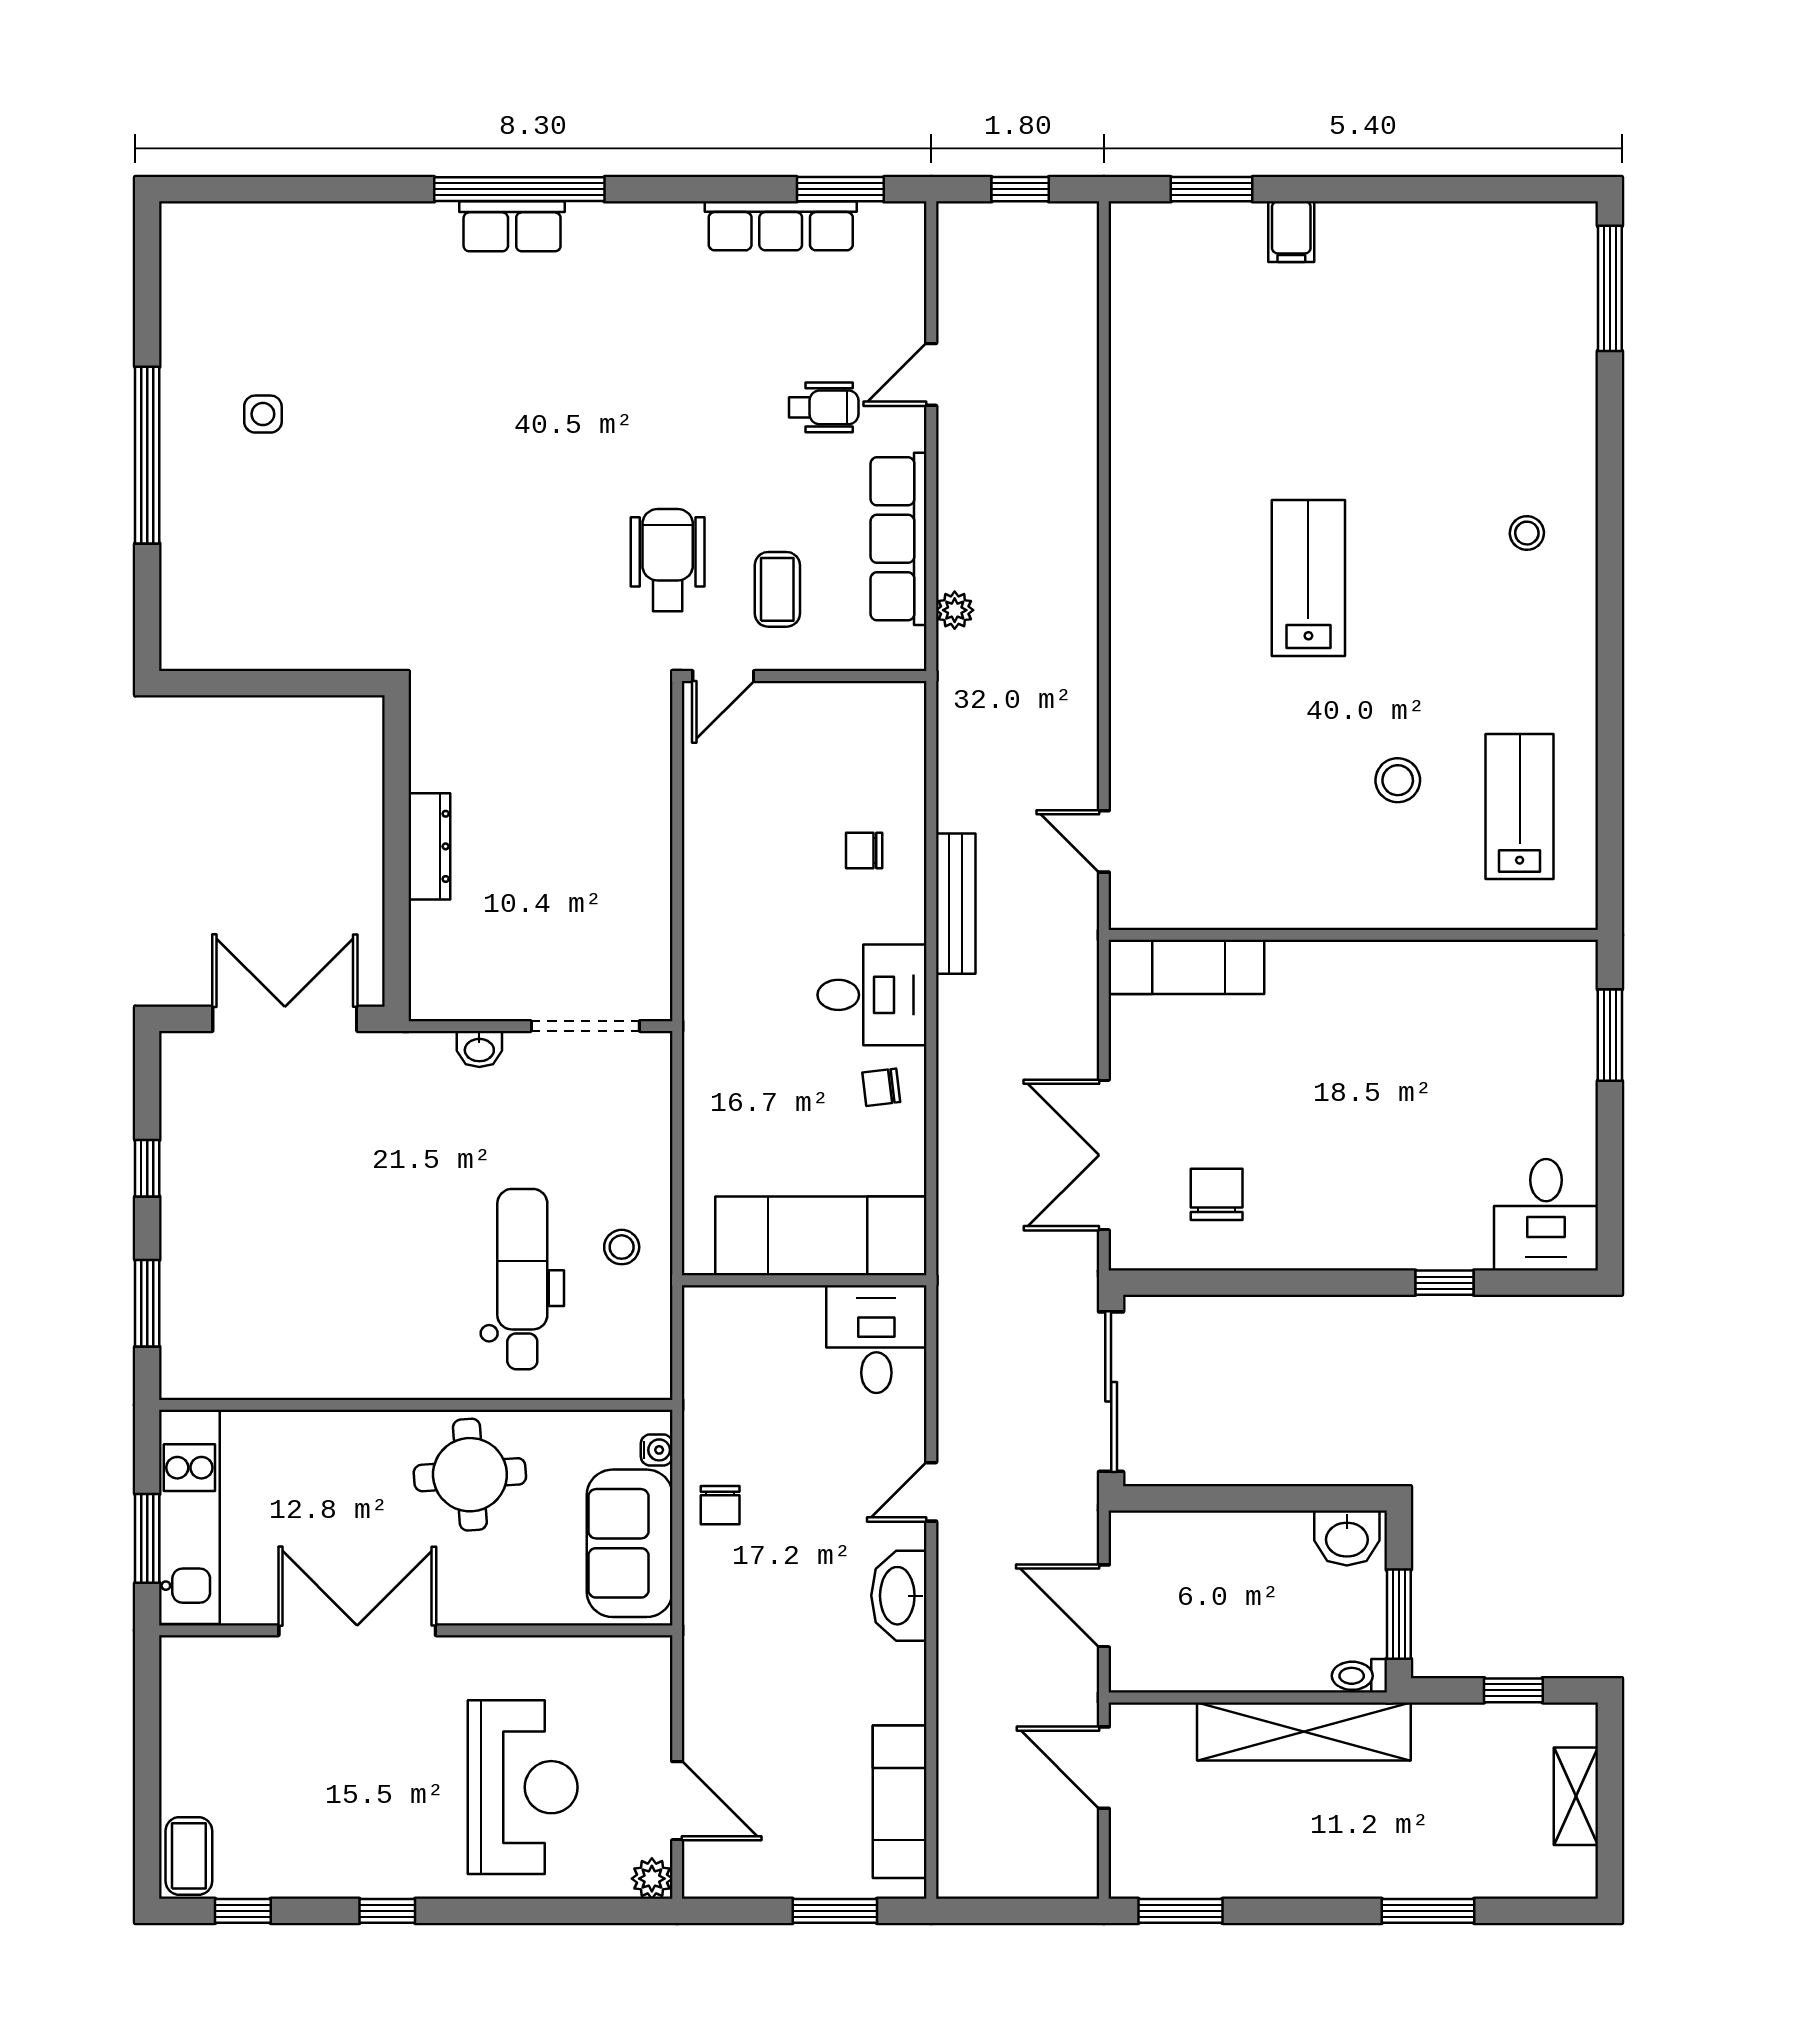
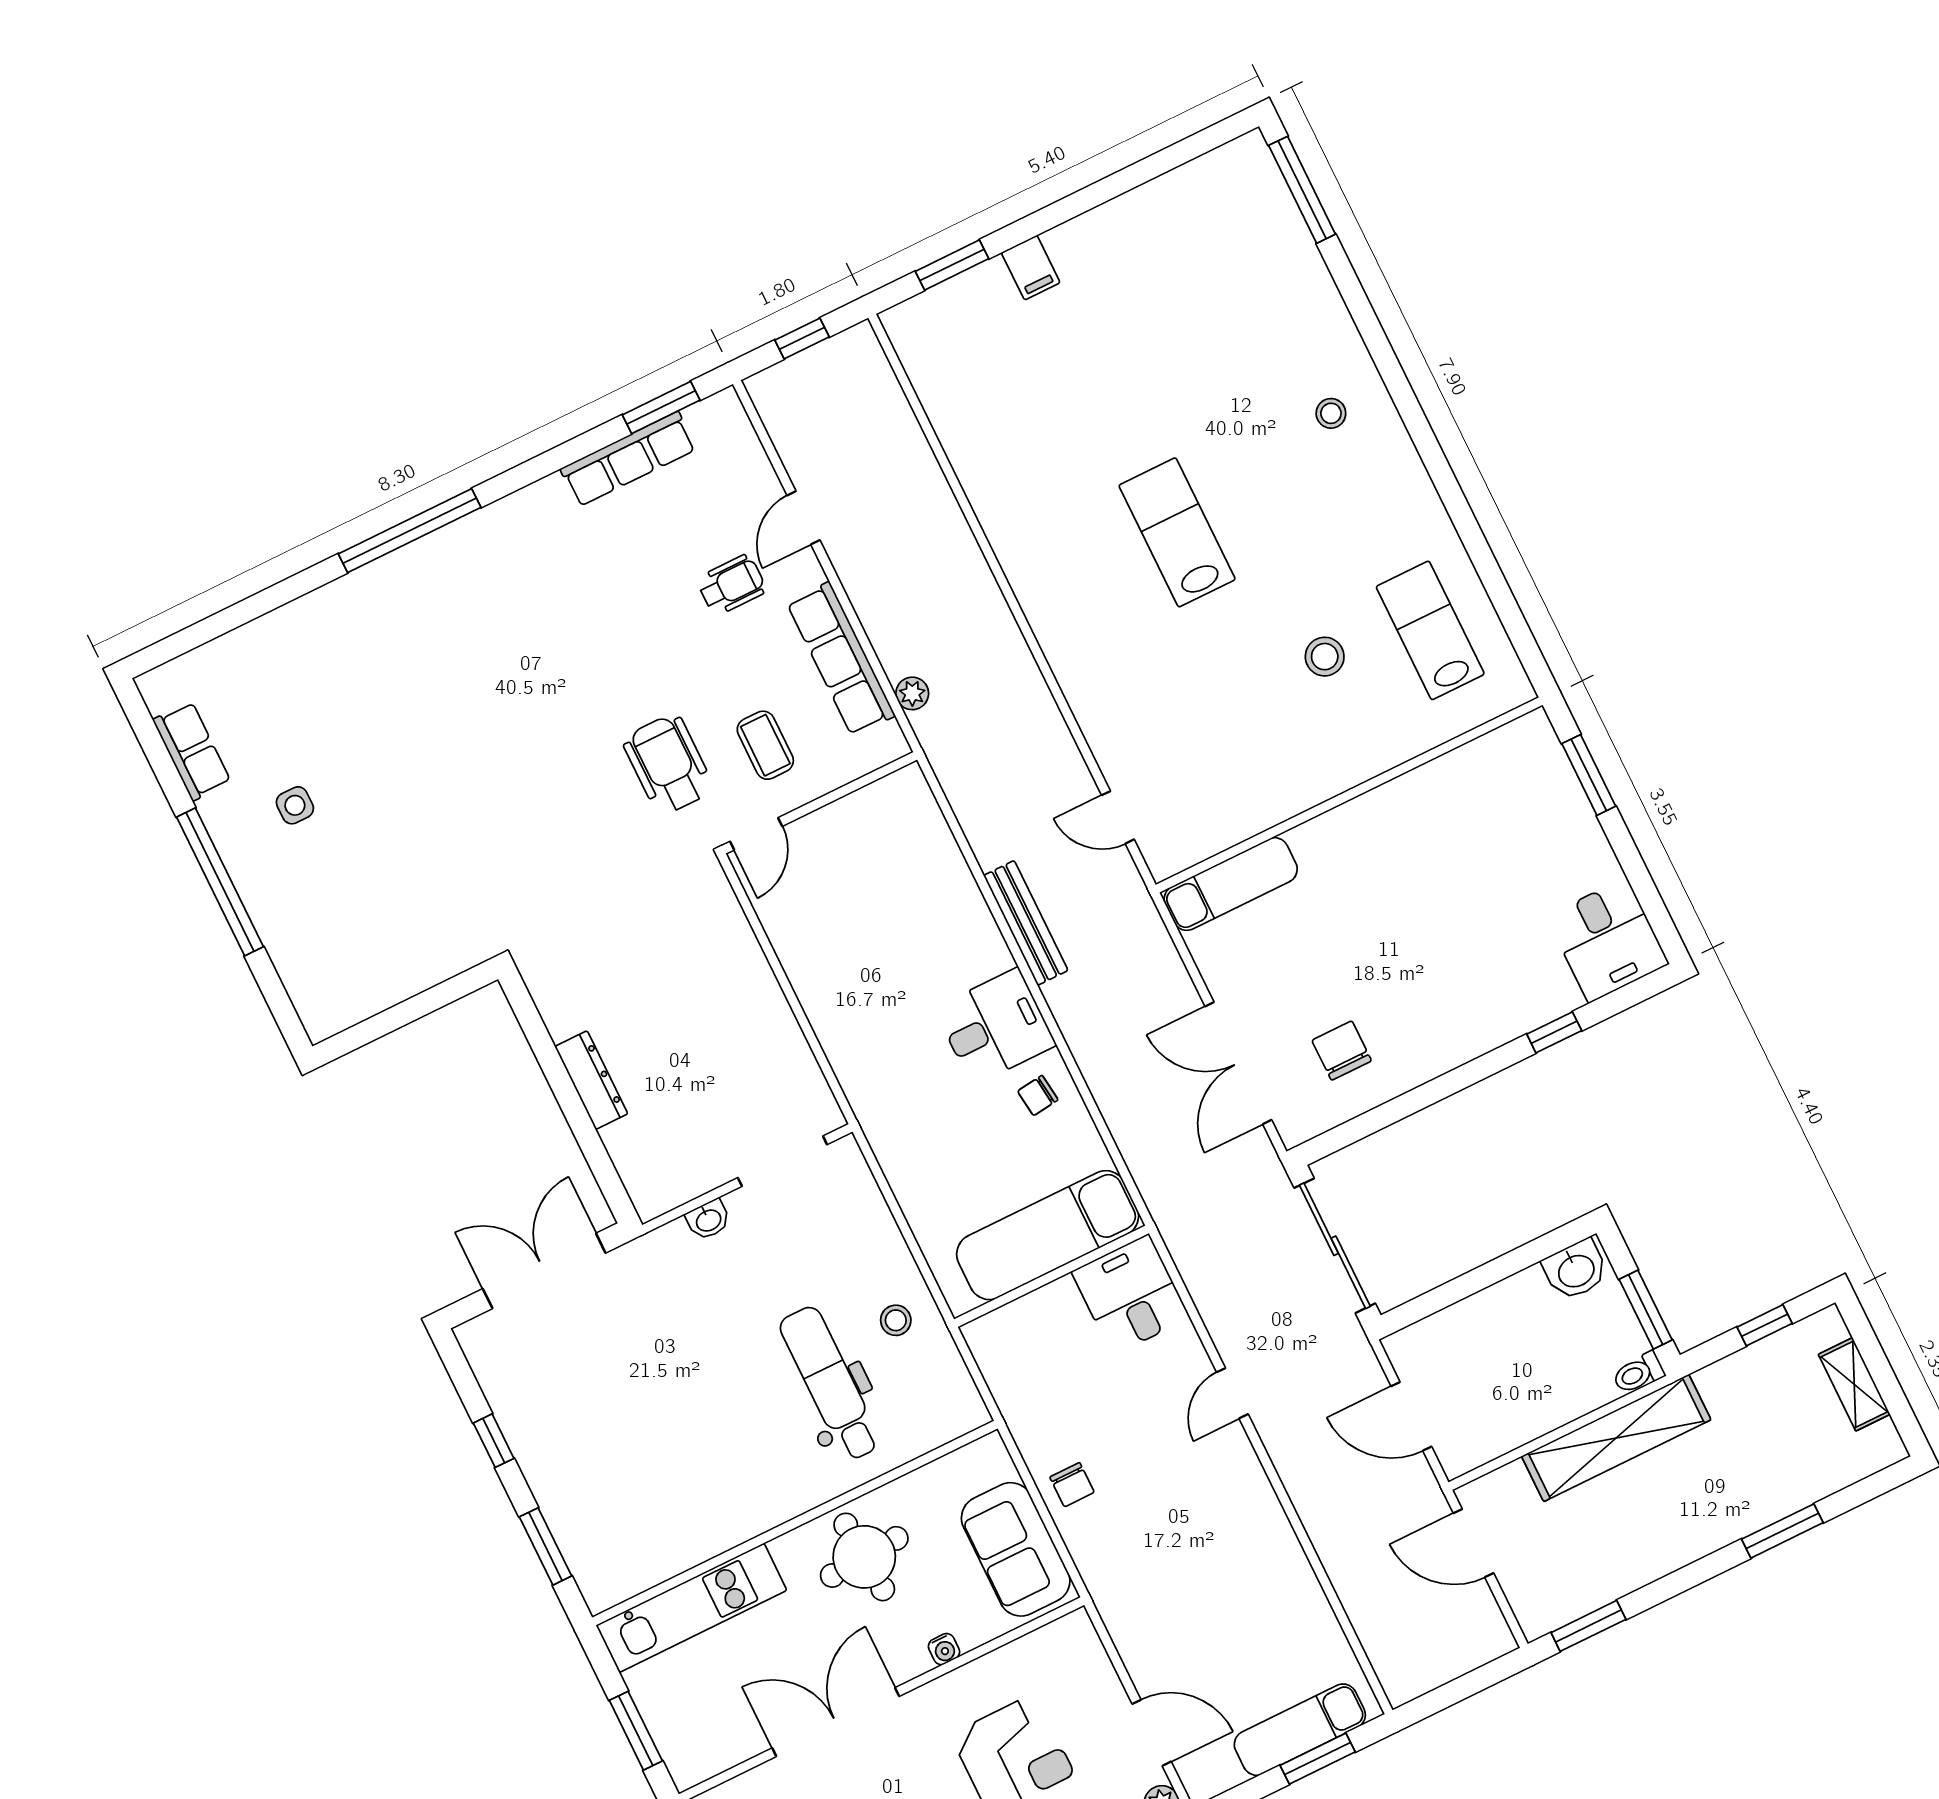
row of seats: (512, 226) -> (192, 751), moved, turned -90
chair: (864, 851) -> (934, 917), removed
water cooler: (657, 1450) -> (944, 1649), moved, turned 90
kitchen unit: (189, 1517) -> (691, 1608), moved, turned 90
washbasin: (899, 1596) -> (1247, 1487), removed
exam couch: (900, 1802) -> (1300, 1730), moved, turned 90

